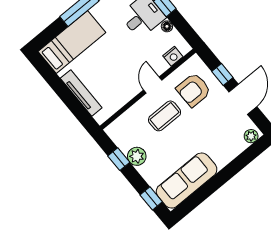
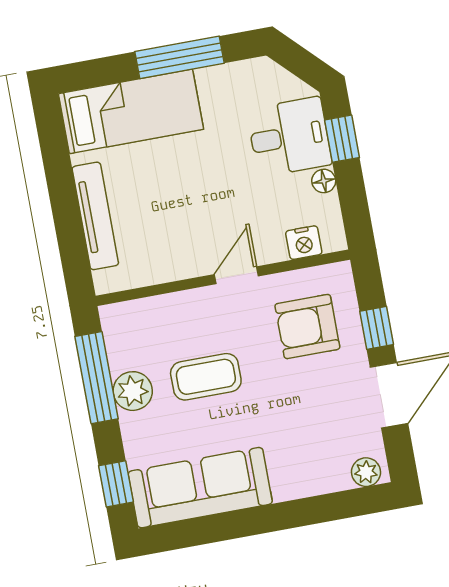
coffee table: (165, 116) -> (206, 377), moved
window: (119, 159) -> (97, 378), width x2.17

